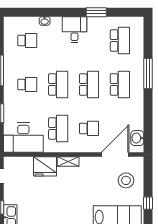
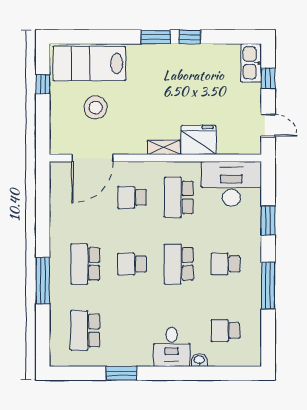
desk: (74, 30) -> (172, 347), moved
school desk: (89, 84) -> (132, 264), width x0.54
washbasin: (137, 138) -> (59, 183), removed
stool: (126, 180) -> (96, 108), moved

